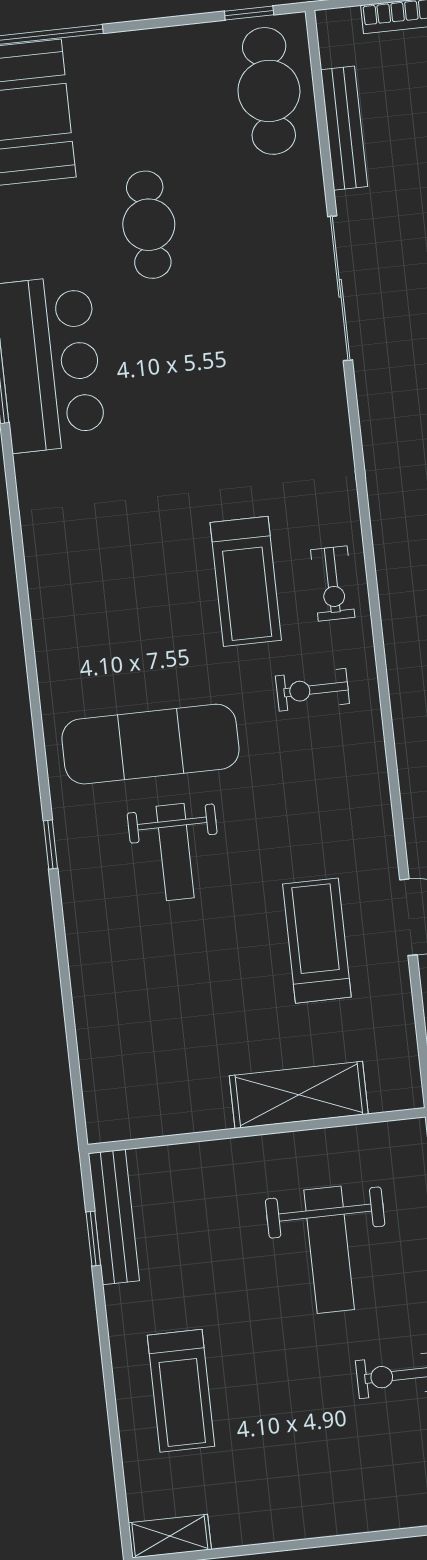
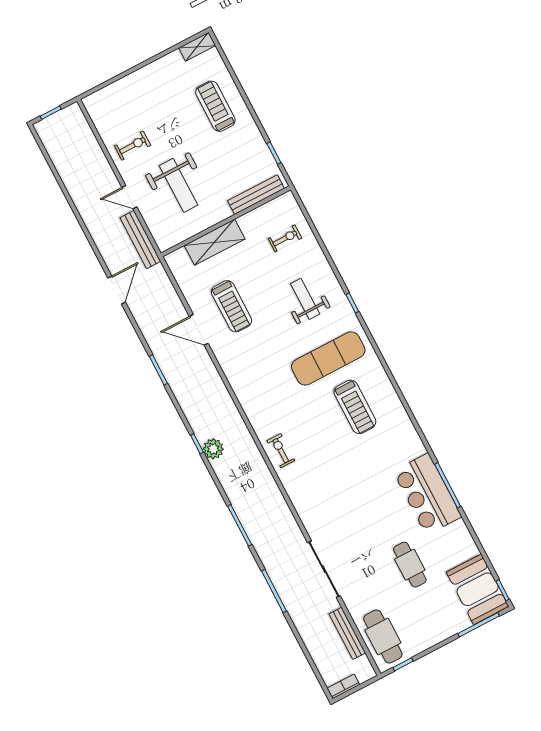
treadmill: (246, 581) -> (355, 407), moved, turned 180
exercise bike: (312, 690) -> (285, 238), moved
weight bench: (175, 852) -> (305, 299), moved
bench: (114, 1217) -> (256, 195), moved, turned 90
weight bench: (329, 1250) -> (178, 185), turned 180

